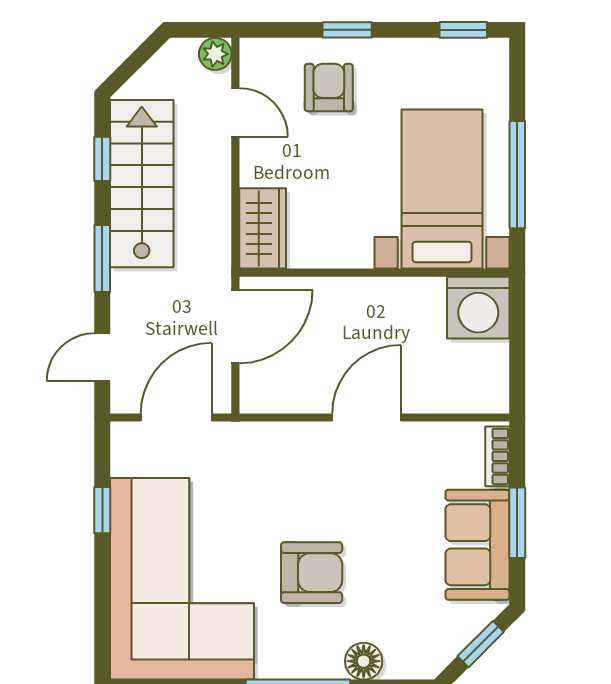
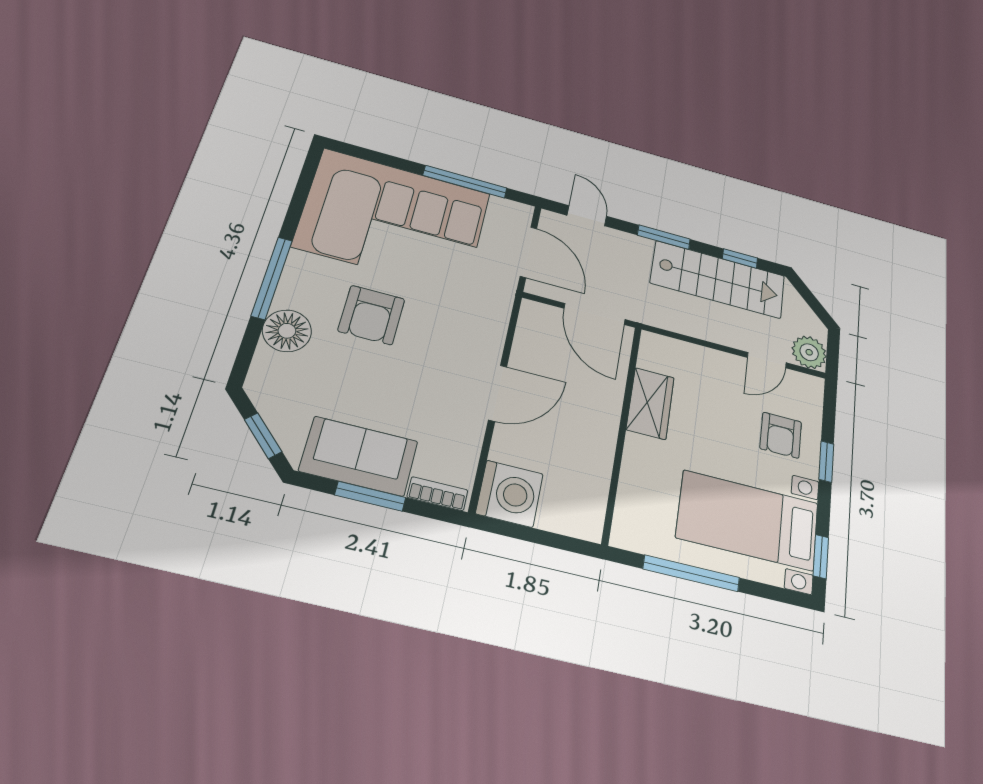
plant: (215, 54) -> (809, 352), width x1.38, depth x1.38
armchair: (329, 88) -> (781, 435), turned 90
bed with nightstands: (442, 189) -> (748, 520), moved, turned 180
wardrobe: (263, 228) -> (650, 403), moved, turned -90
washing machine: (478, 308) -> (510, 494), moved, turned 180
door: (367, 417) -> (498, 393), hinge flipped
window: (102, 510) -> (465, 182), width x2.17
floor lamp: (364, 661) -> (287, 331), width x1.38, depth x1.38

